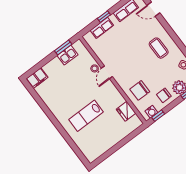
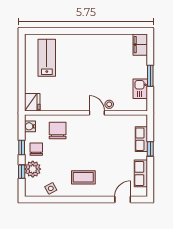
window: (63, 47) -> (150, 76), moved
fridge: (126, 111) -> (32, 102), moved, turned 90
lab bench: (86, 116) -> (47, 58), moved
window: (158, 116) -> (22, 148), moved

